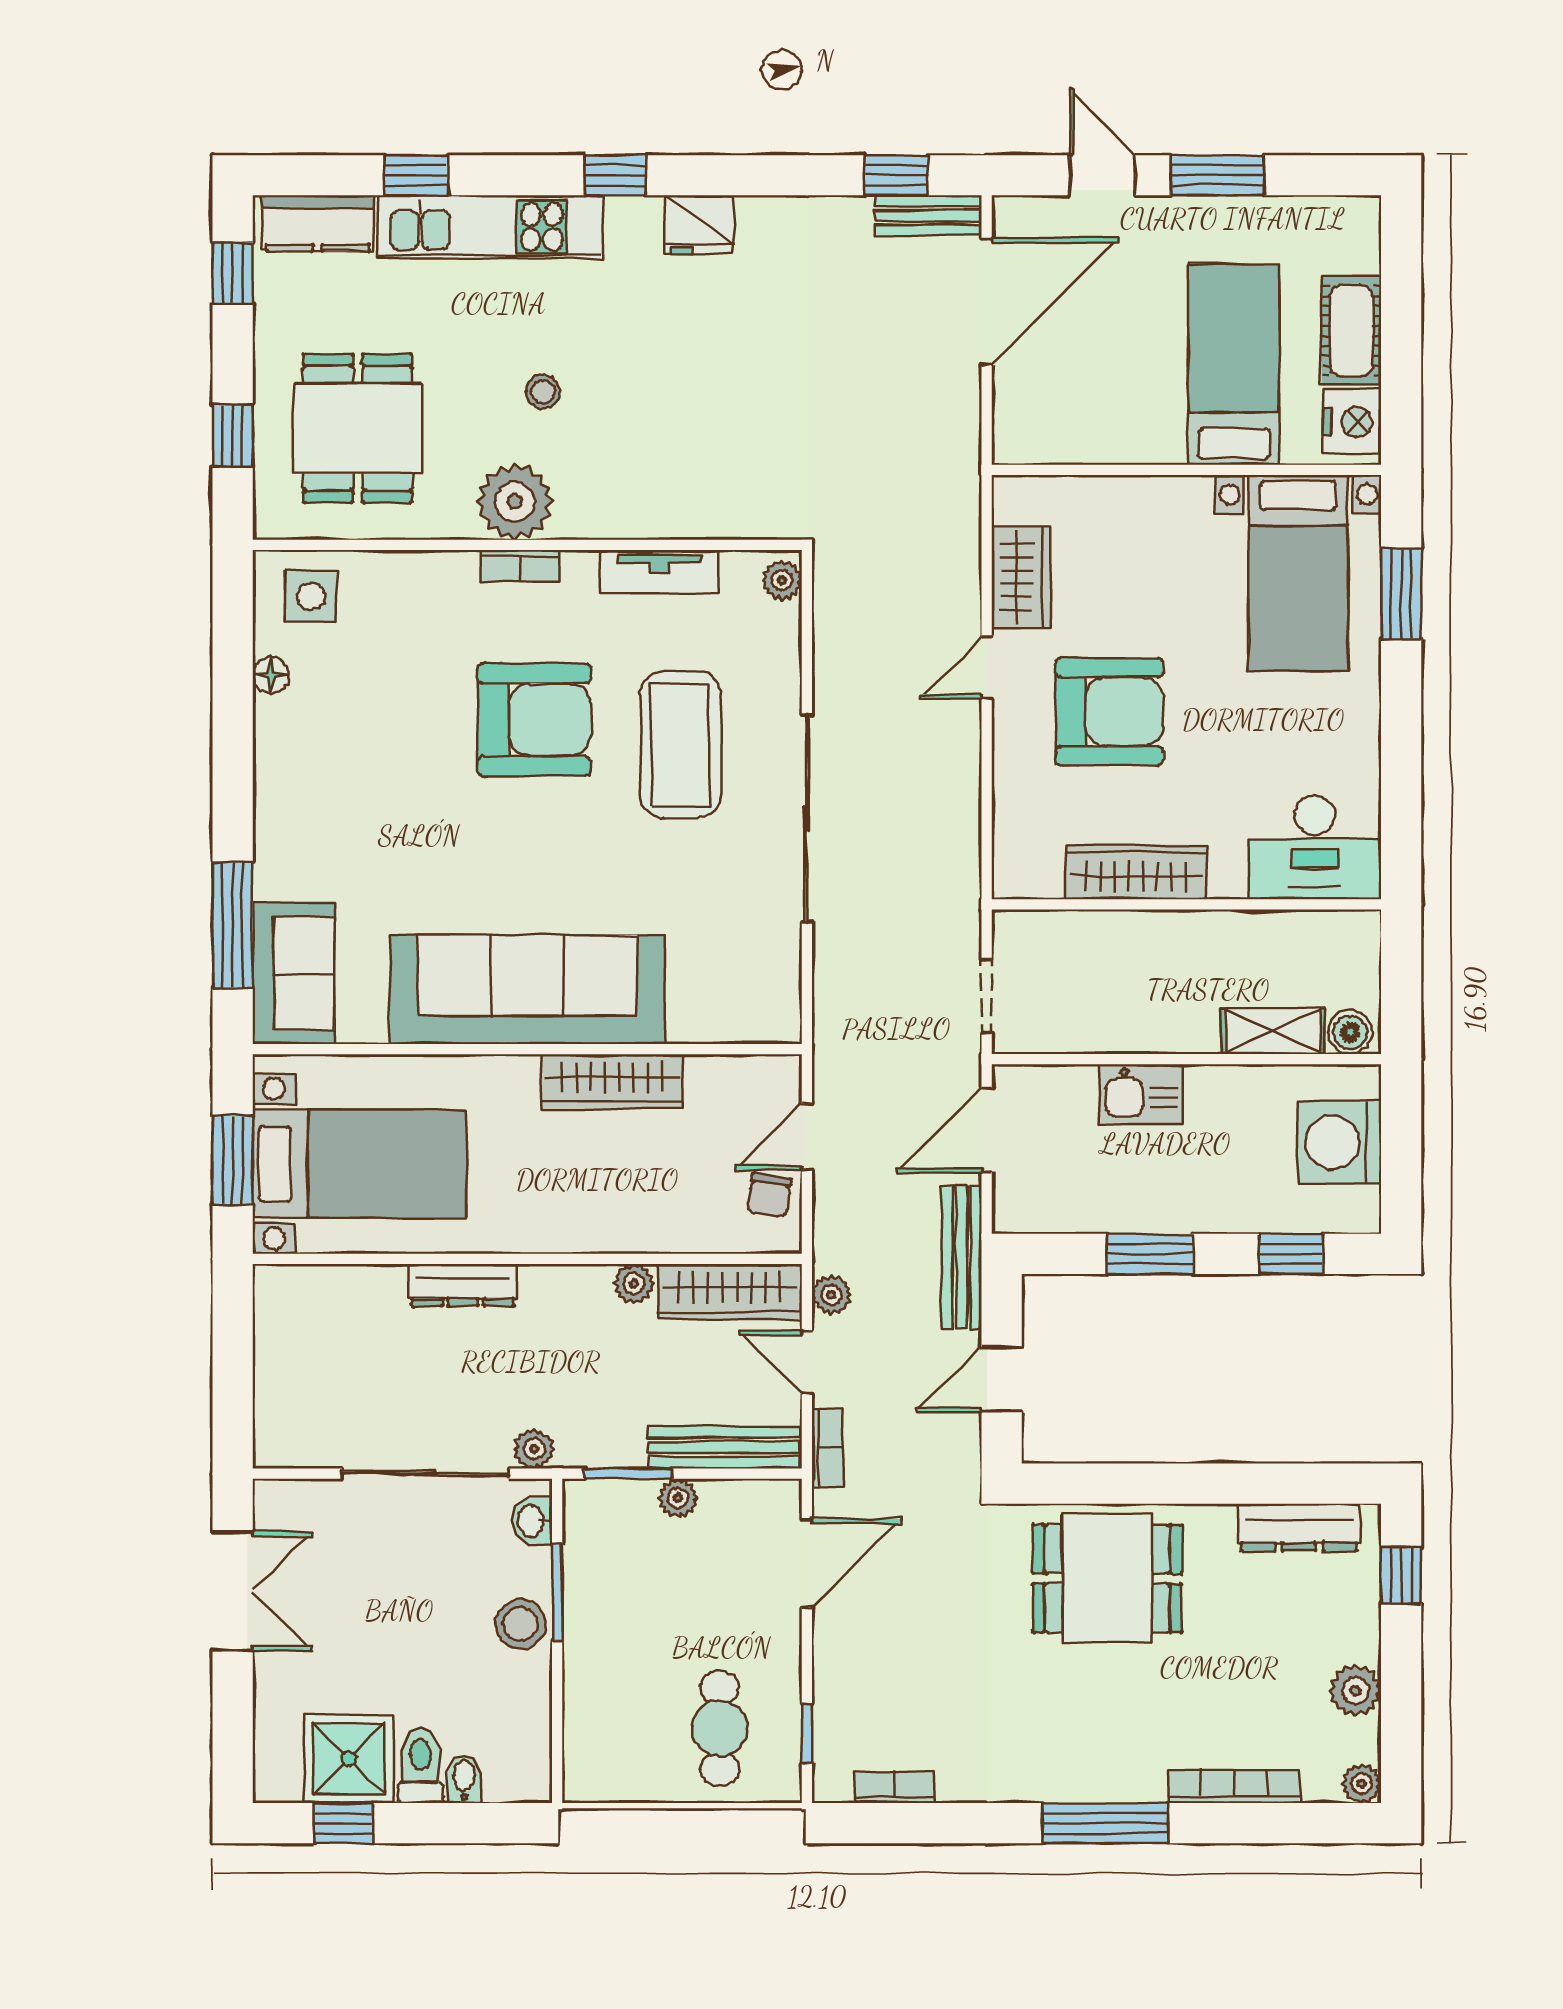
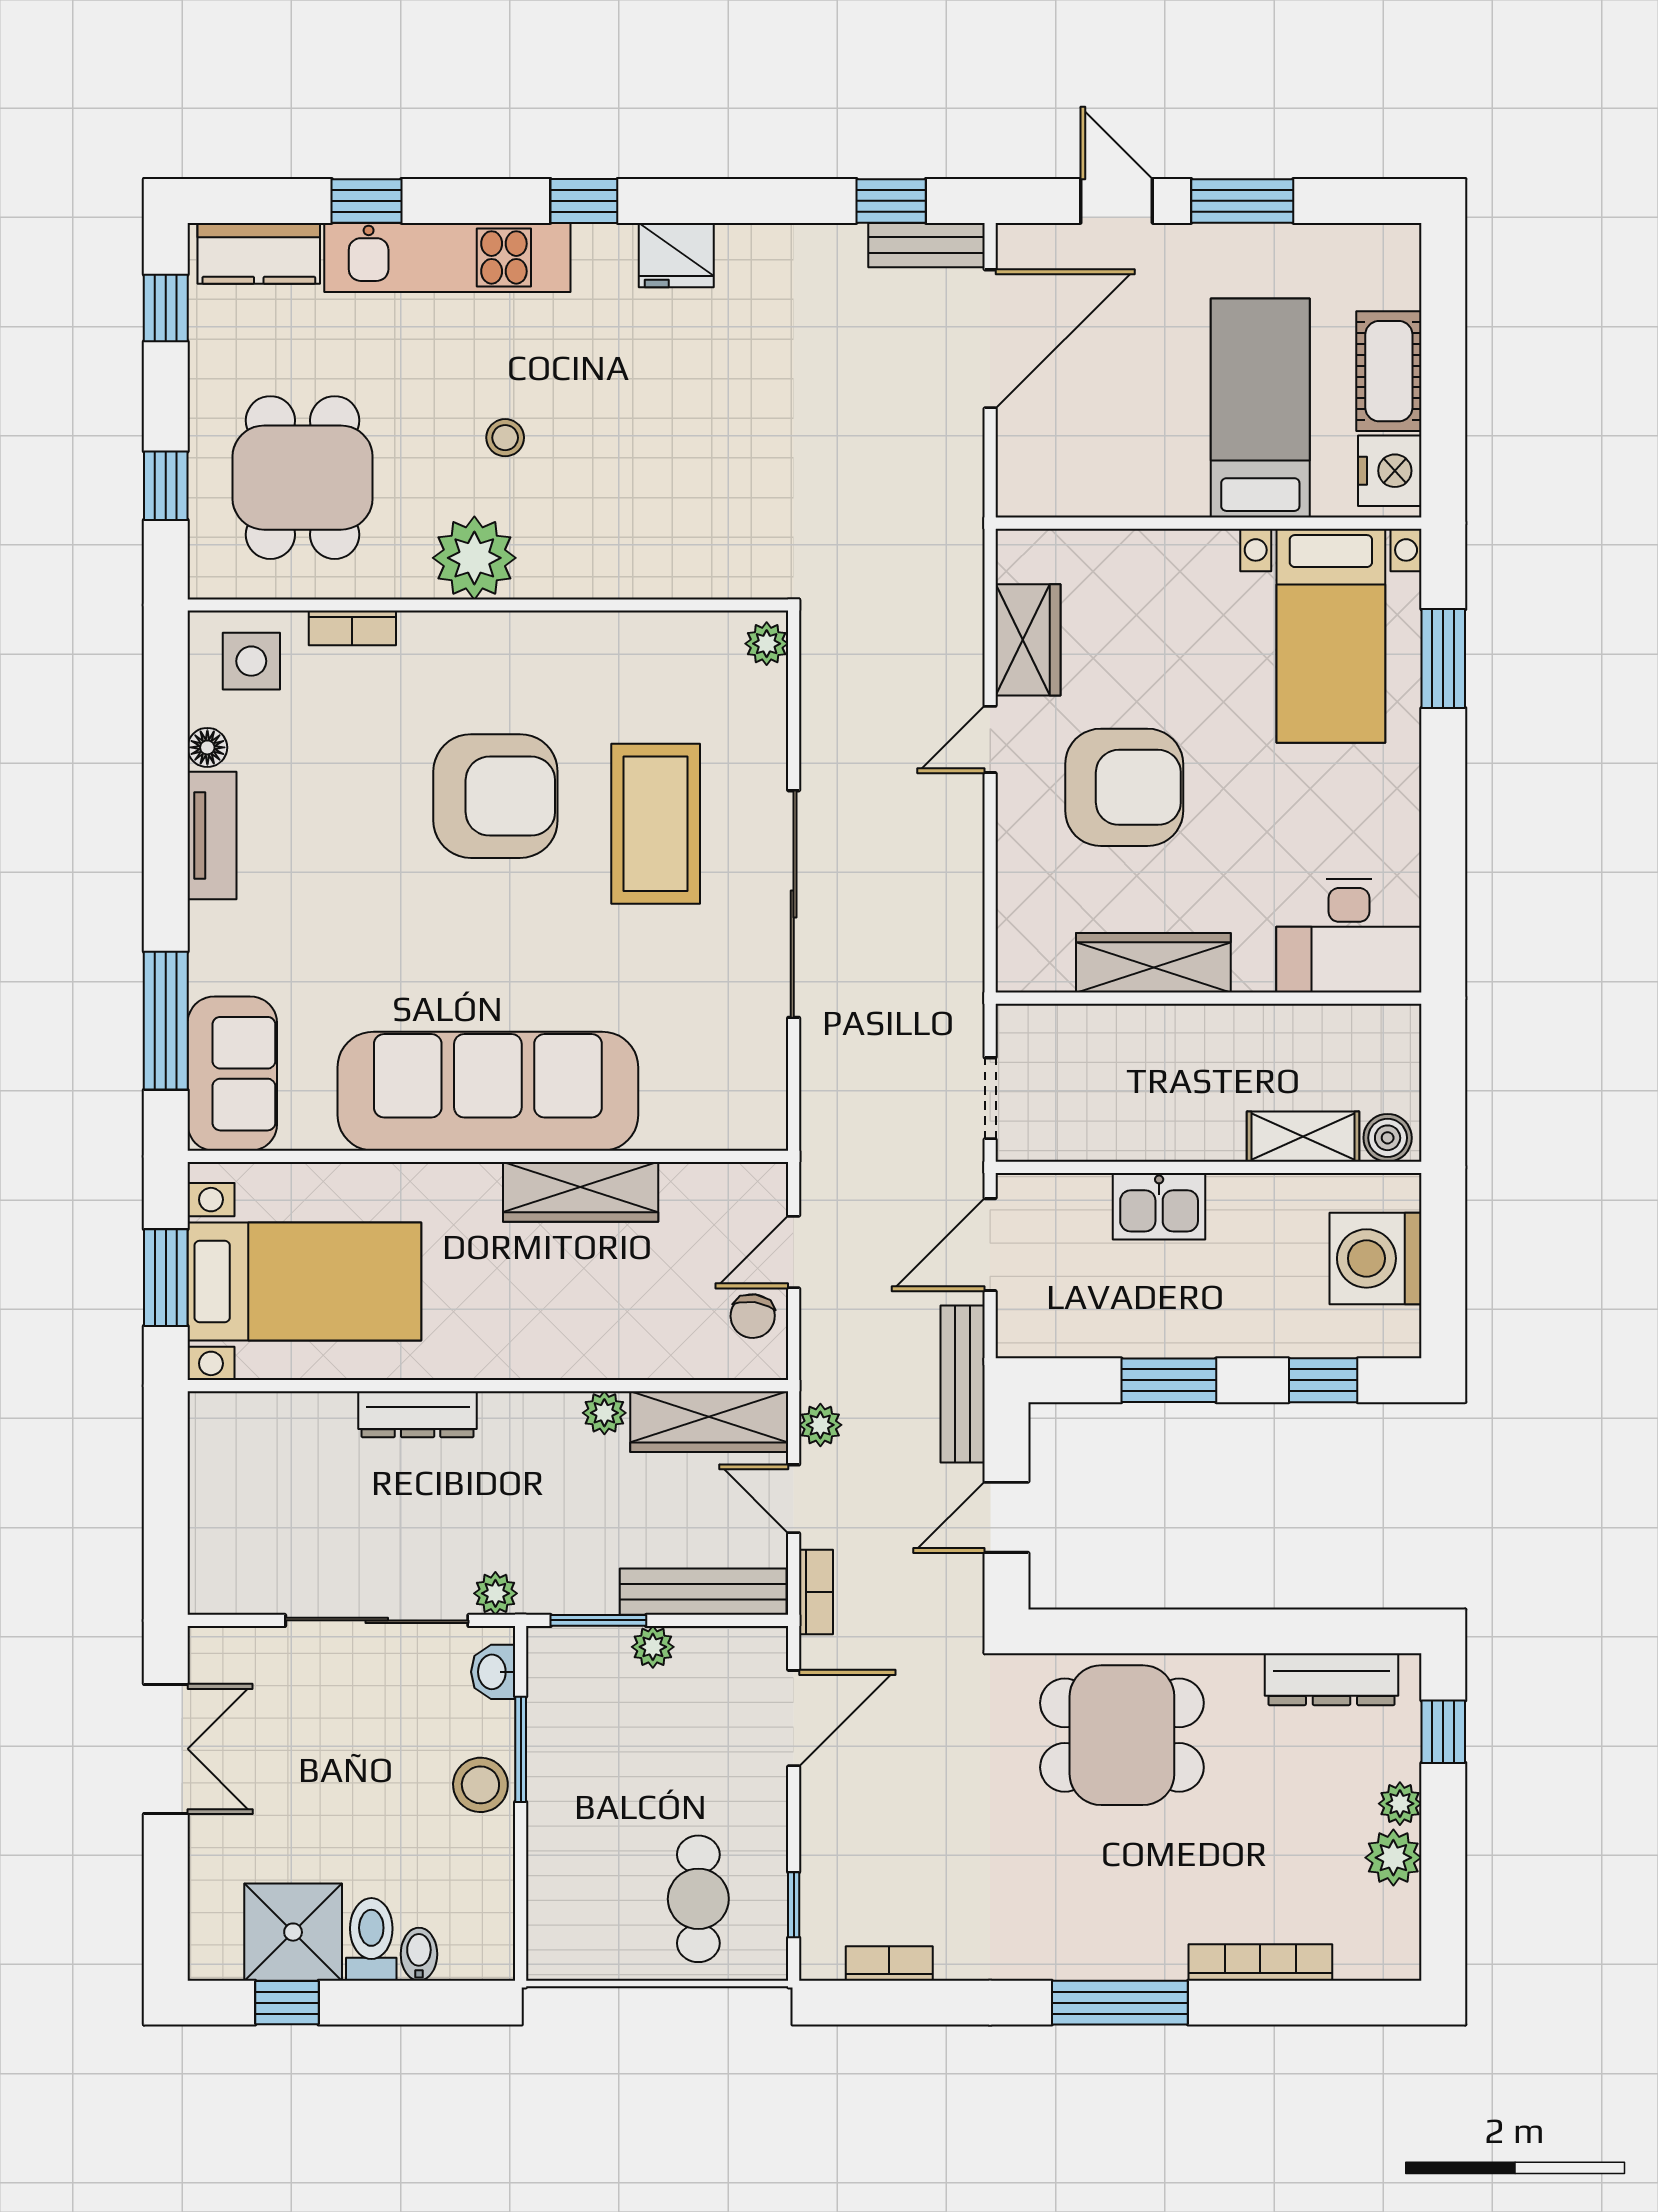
bookcase: (520, 566) -> (352, 628), moved
tv unit: (659, 572) -> (212, 836), moved, turned -90
plant: (1362, 1784) -> (1400, 1804), moved

